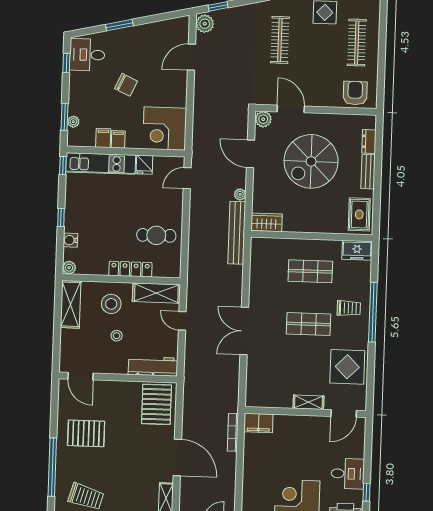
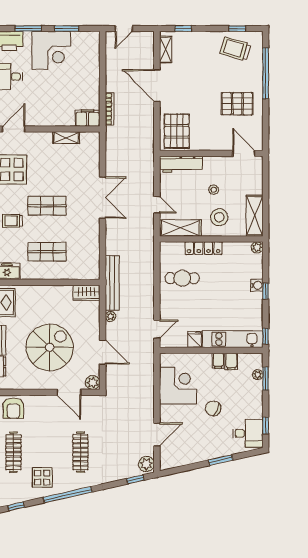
corner desk: (165, 129) -> (178, 385), moved
water cooler: (70, 240) -> (257, 285), moved
shelving: (309, 402) -> (66, 138), moved

